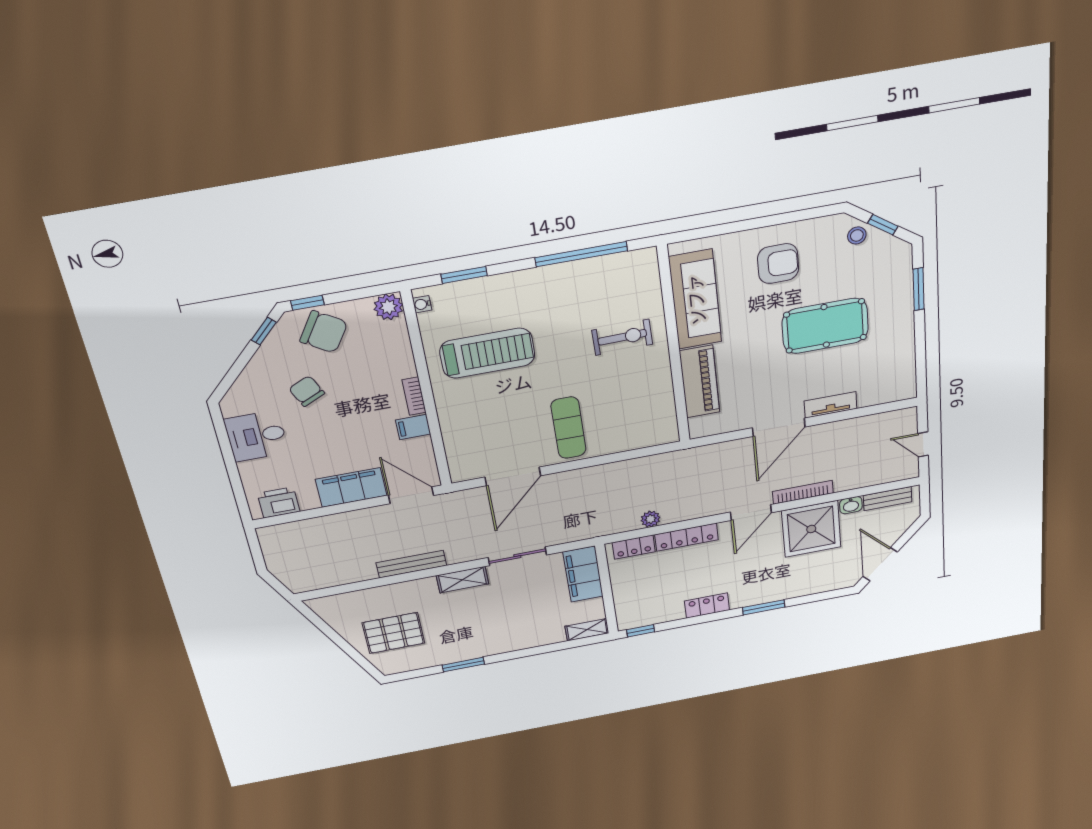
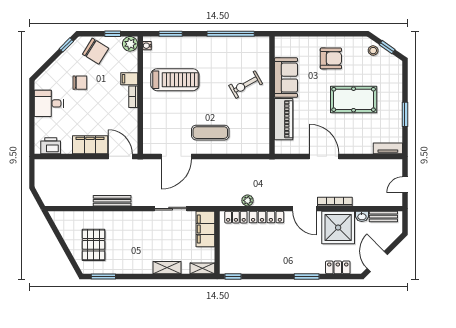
window: (919, 289) -> (405, 114), moved
sofa: (695, 300) -> (286, 78), width x0.73
window: (307, 303) -> (113, 34), moved
exercise bike: (622, 337) -> (246, 85), turned 152
chair: (307, 391) -> (80, 83), turned 115
tv unit: (830, 405) -> (388, 148), moved
filing cabinet: (413, 427) -> (129, 79), moved
door: (779, 427) -> (324, 156), swing flipped
exercise mat: (568, 428) -> (210, 133), turned 90
door: (923, 444) -> (405, 185), hinge flipped
door: (751, 512) -> (304, 209), hinge flipped
shelving: (462, 580) -> (167, 268), moved
locker: (707, 606) -> (338, 267), moved
pallet: (394, 633) -> (94, 245), turned 90
window: (463, 665) -> (103, 276), moved

